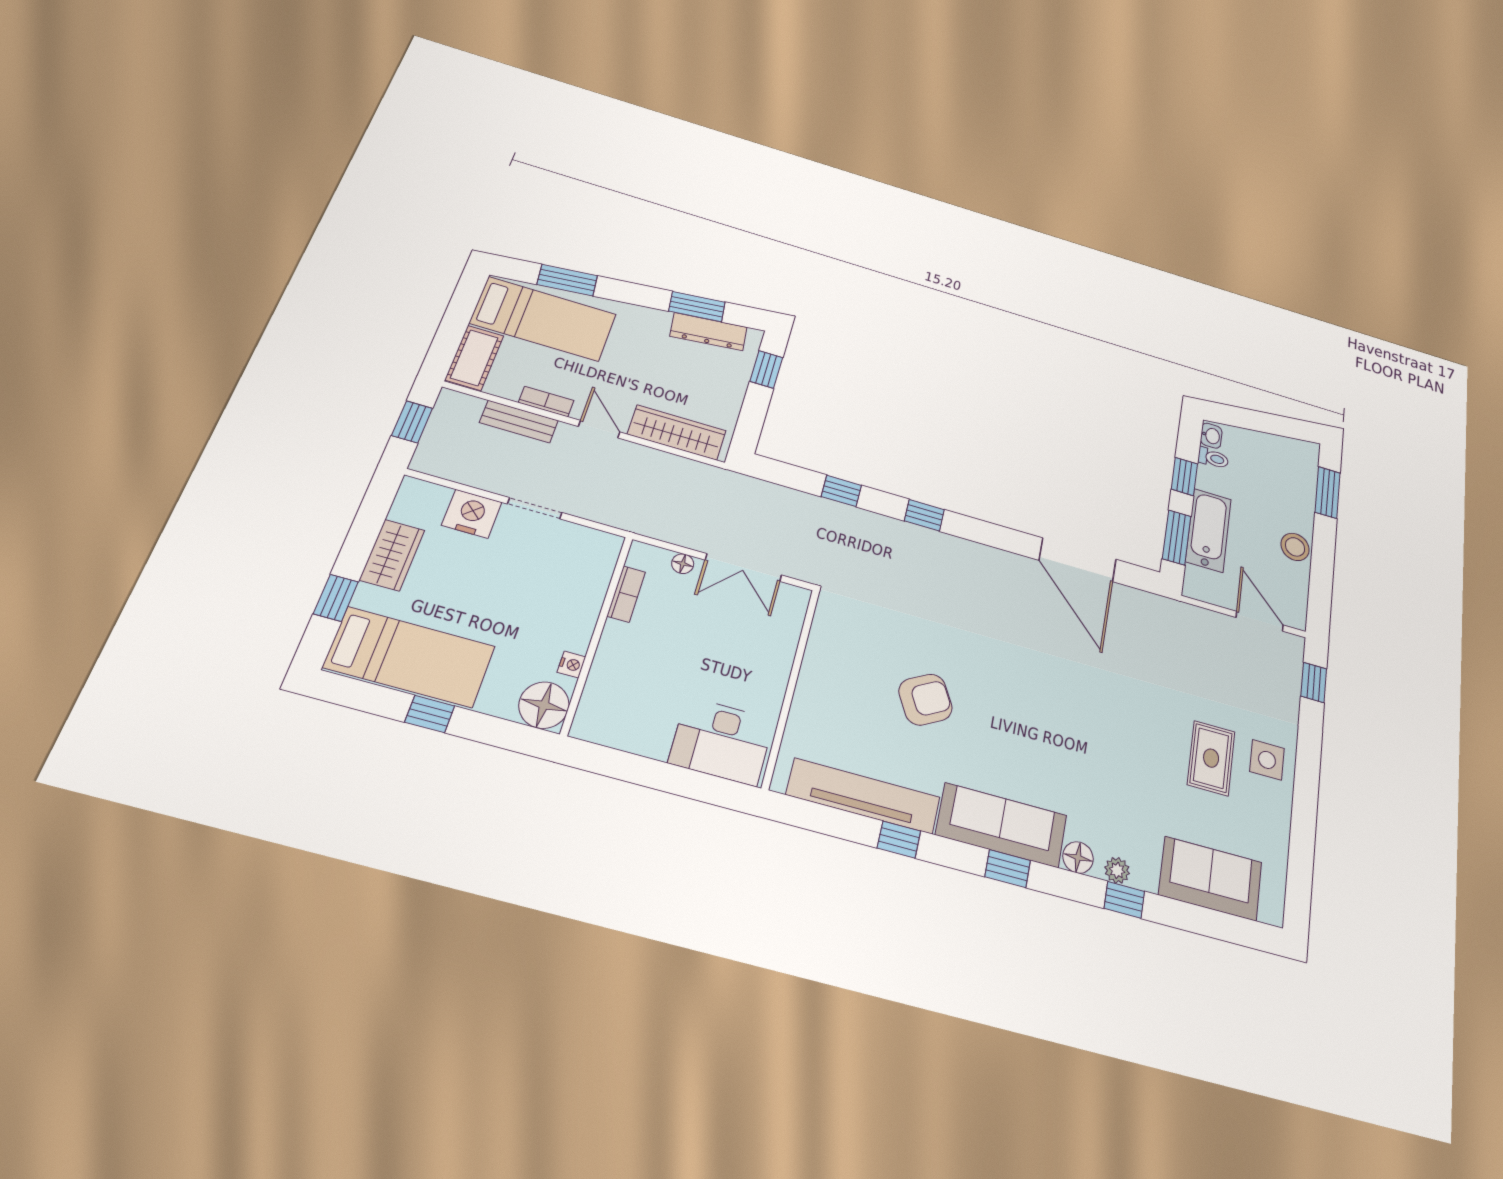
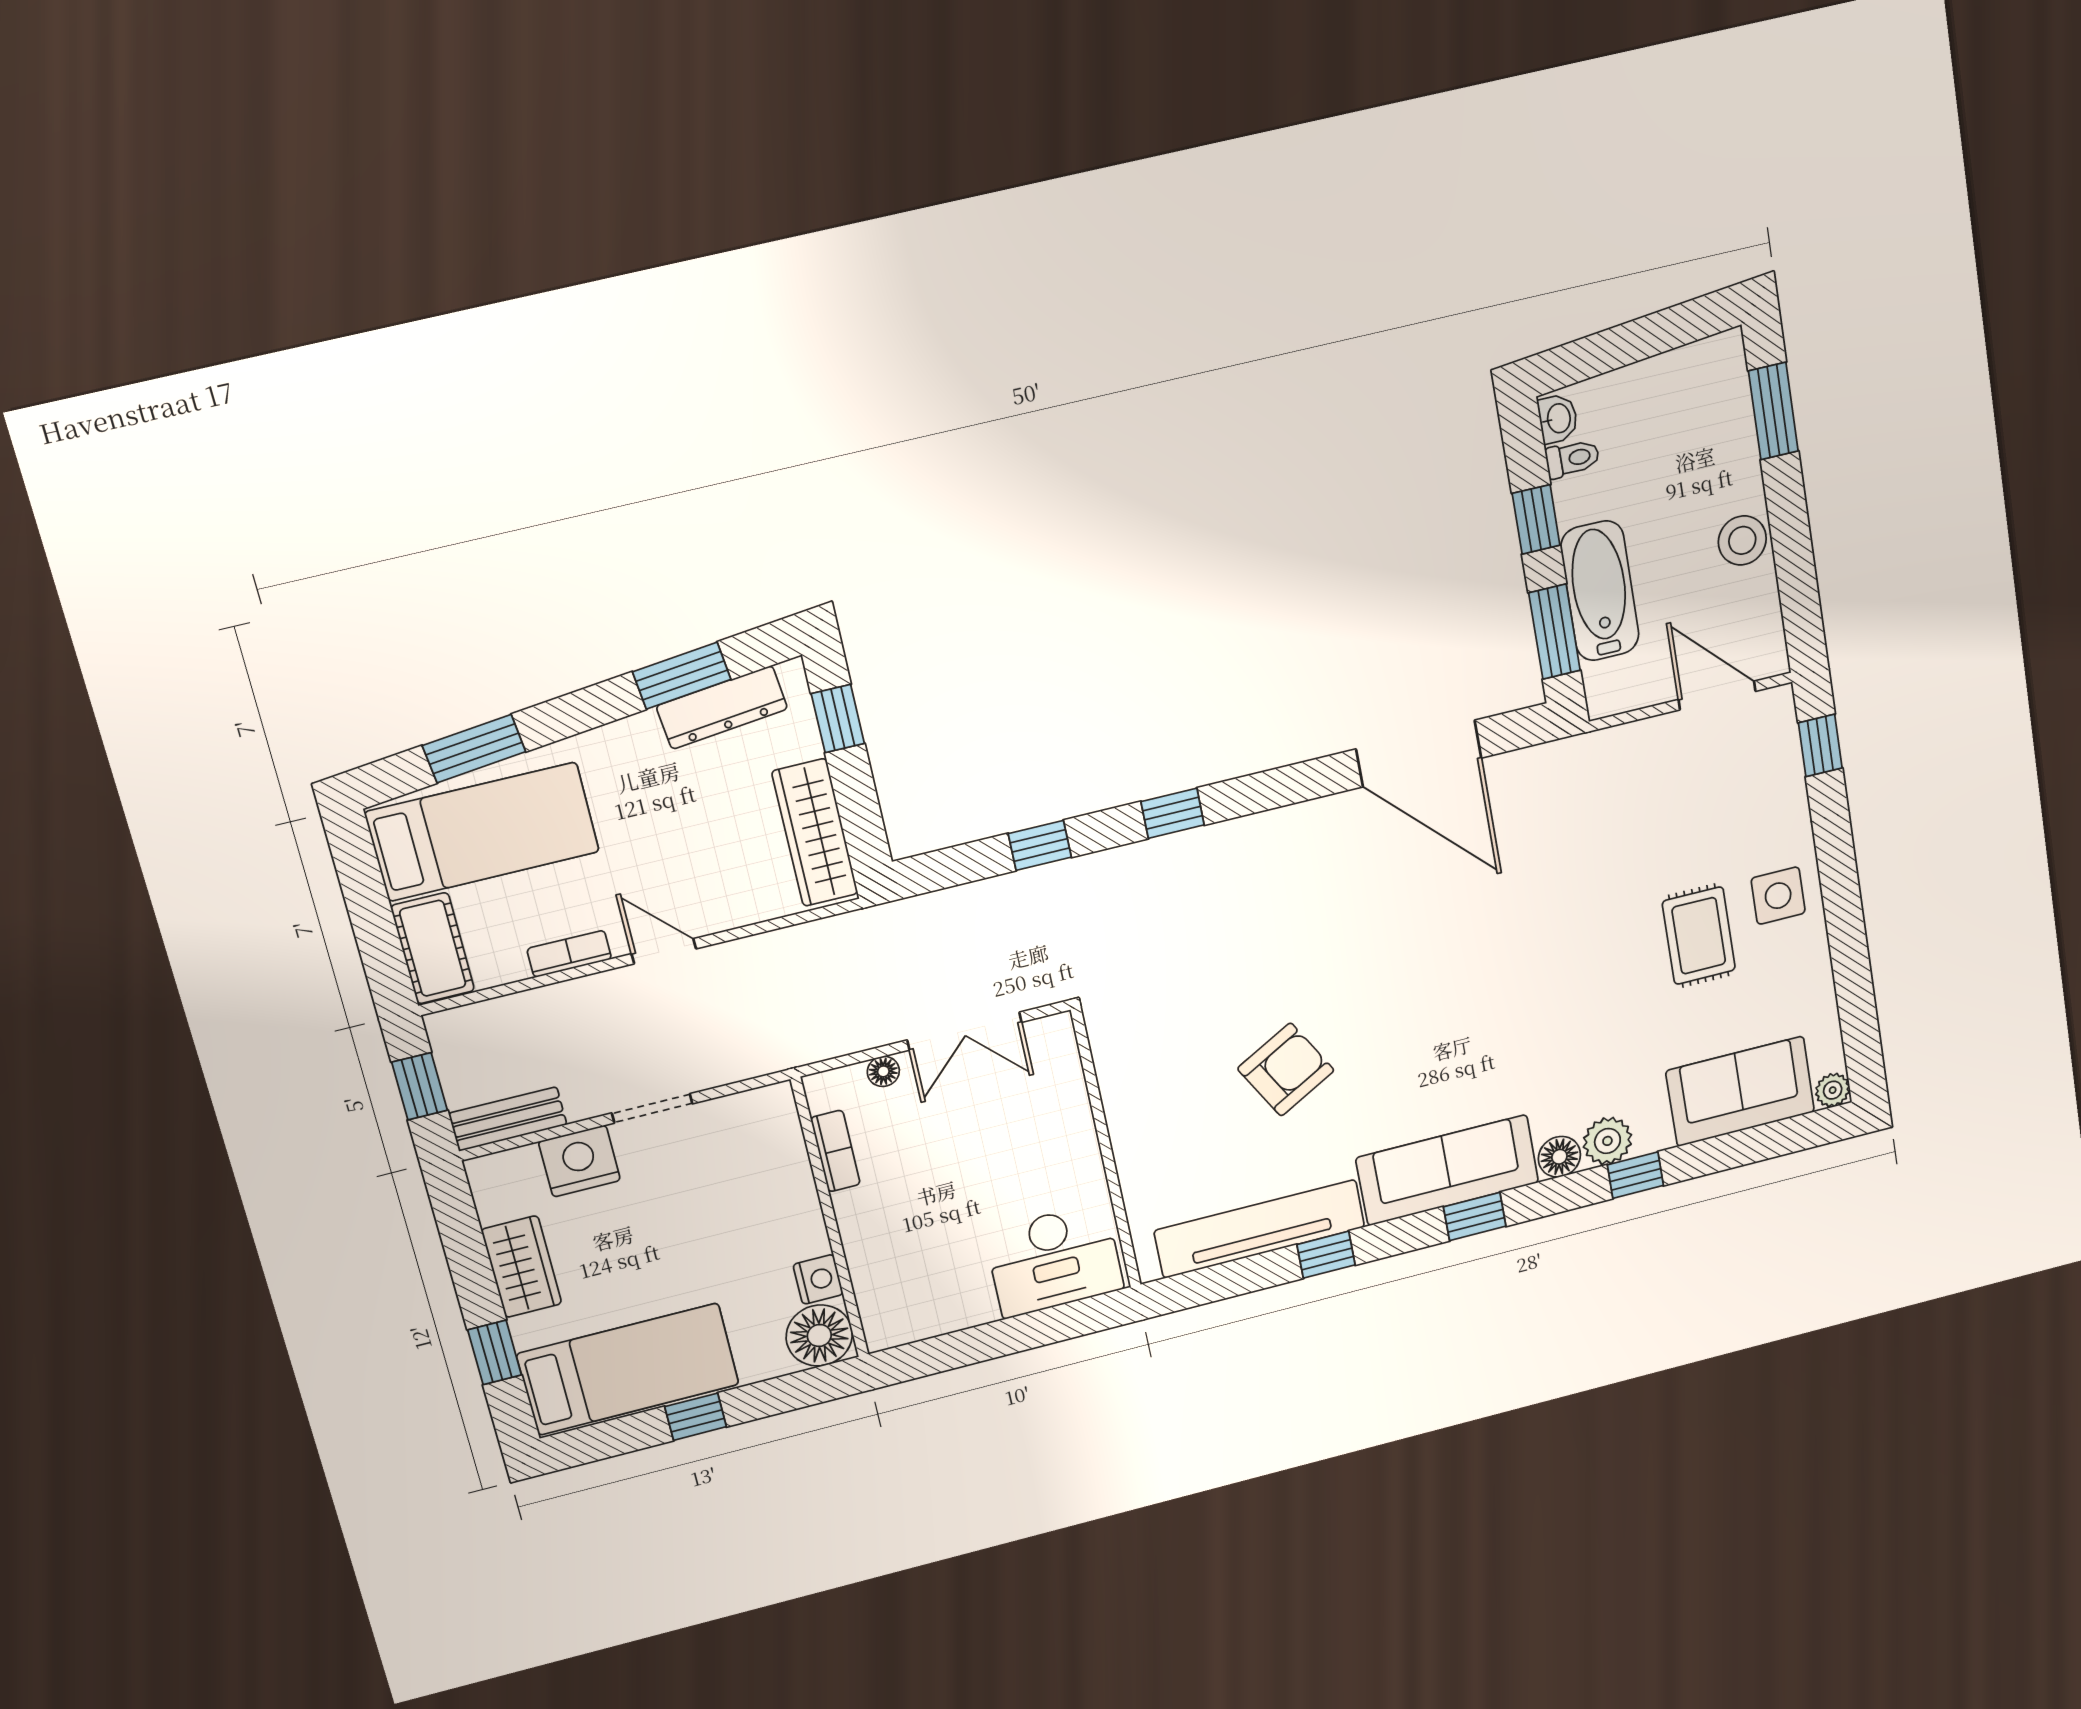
bench: (519, 421) -> (508, 1119), moved
wardrobe: (677, 432) -> (815, 833), moved, turned -90
nightstand: (571, 665) -> (818, 1279), width x1.39, depth x1.35
plant: (1117, 870) -> (1607, 1141), width x1.38, depth x1.38
plant: (1272, 912) -> (1833, 1090), added

